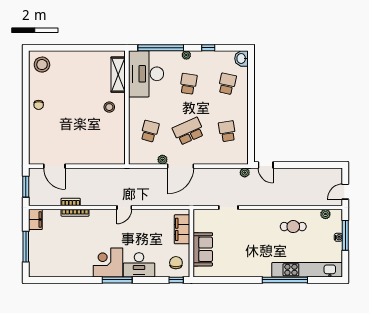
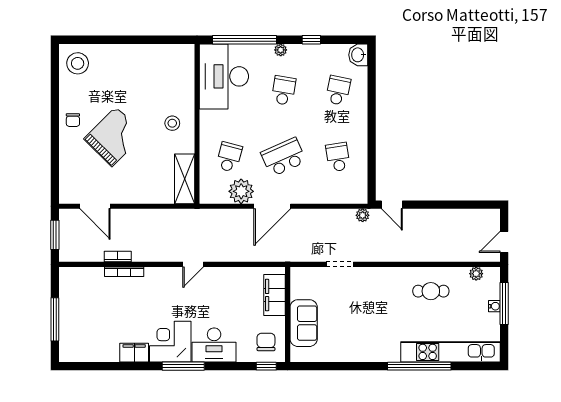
shelving: (118, 75) -> (185, 179), moved
grand piano: (68, 117) -> (114, 137), added
plant: (162, 160) -> (241, 191), width x1.88, depth x1.88
filing cabinet: (35, 219) -> (134, 353), moved, turned -90

